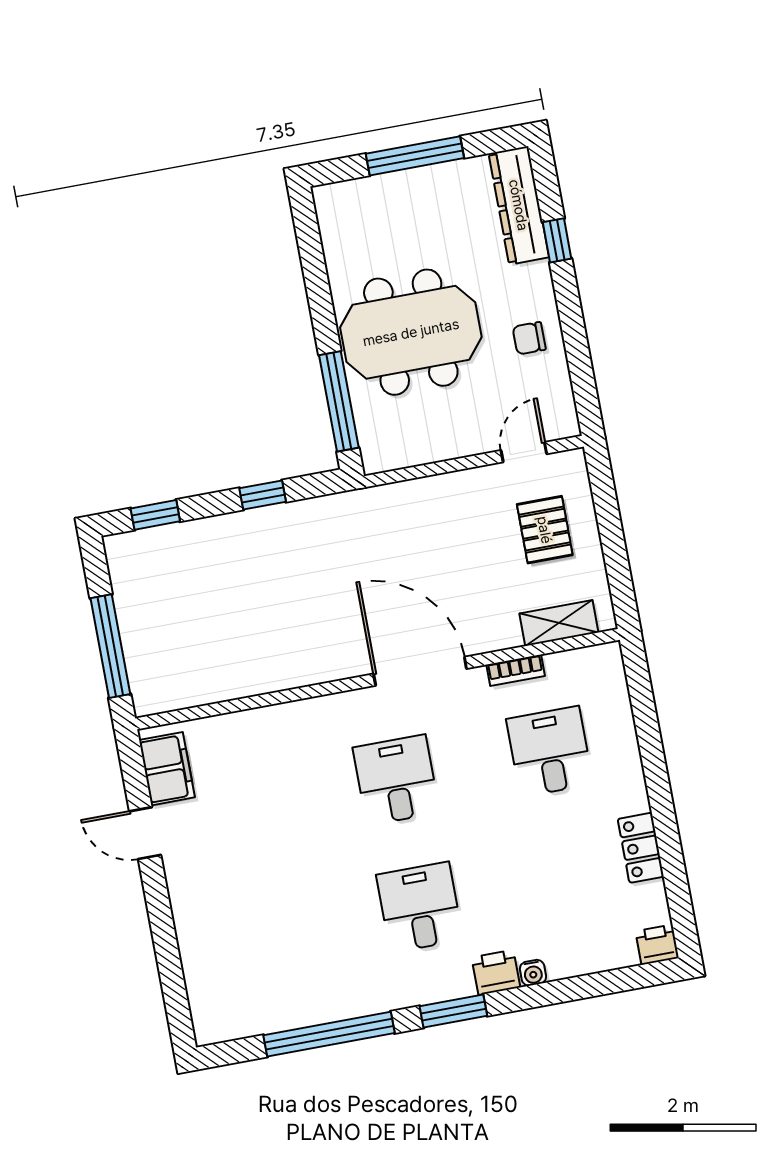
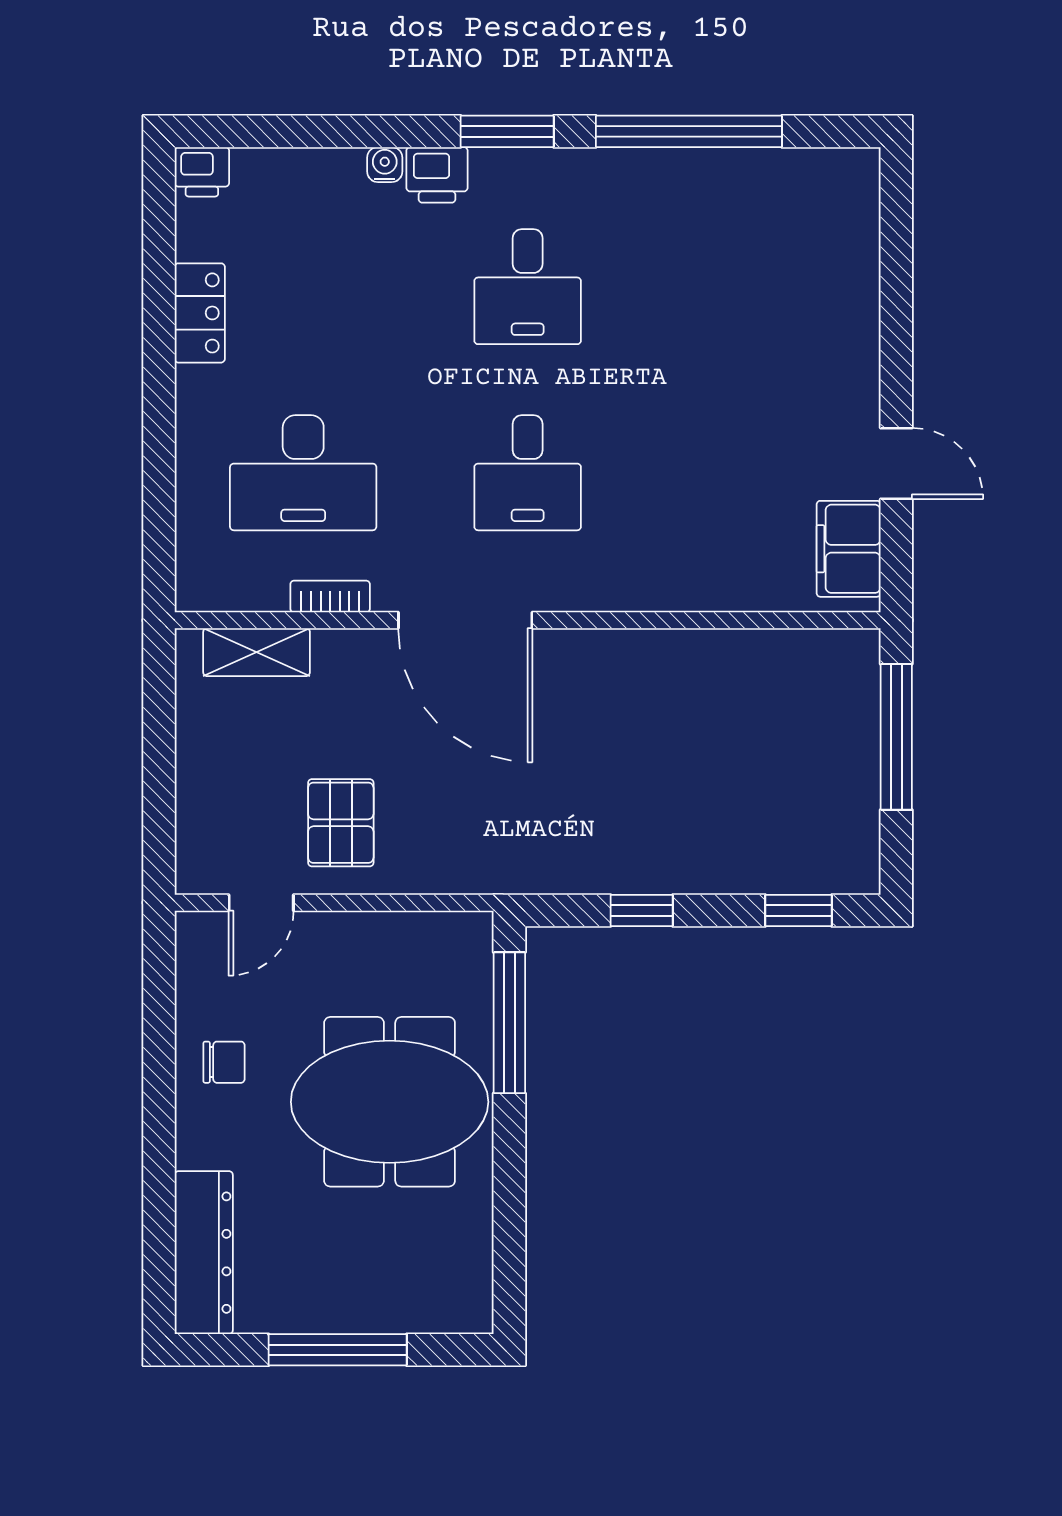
window: (557, 240) -> (159, 1193), removed
pallet: (545, 530) -> (341, 823), moved
desk: (550, 752) -> (303, 473), width x1.37

